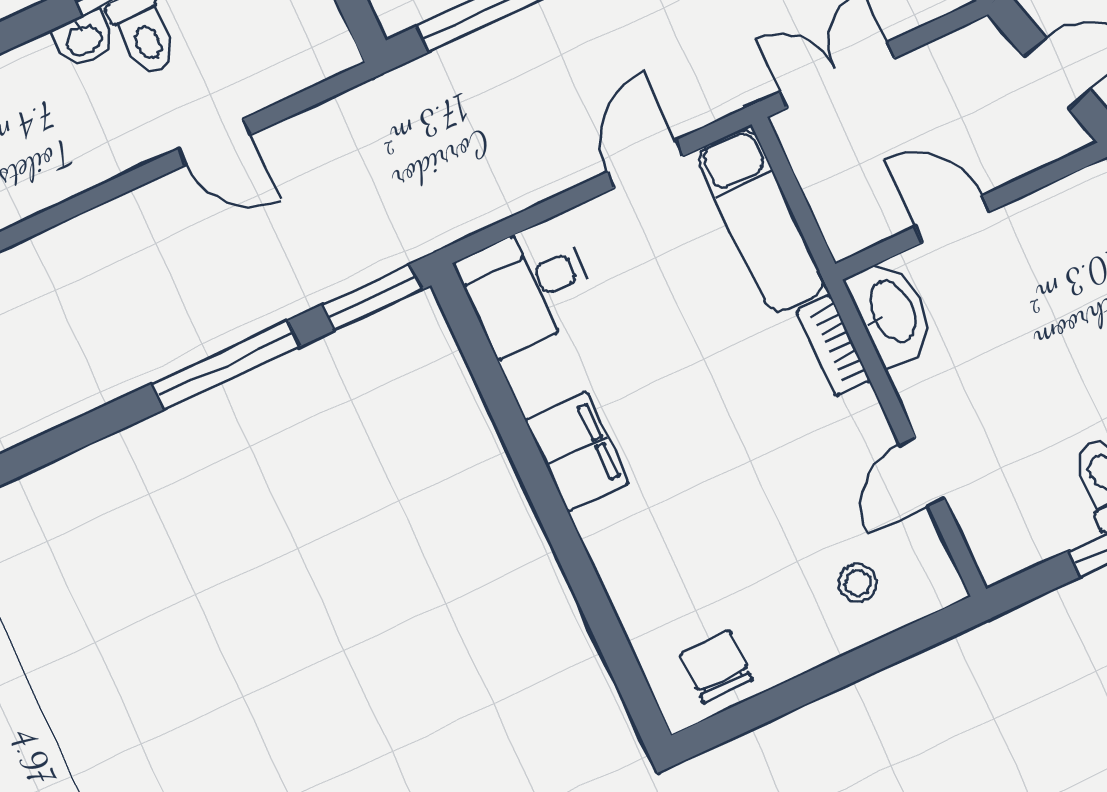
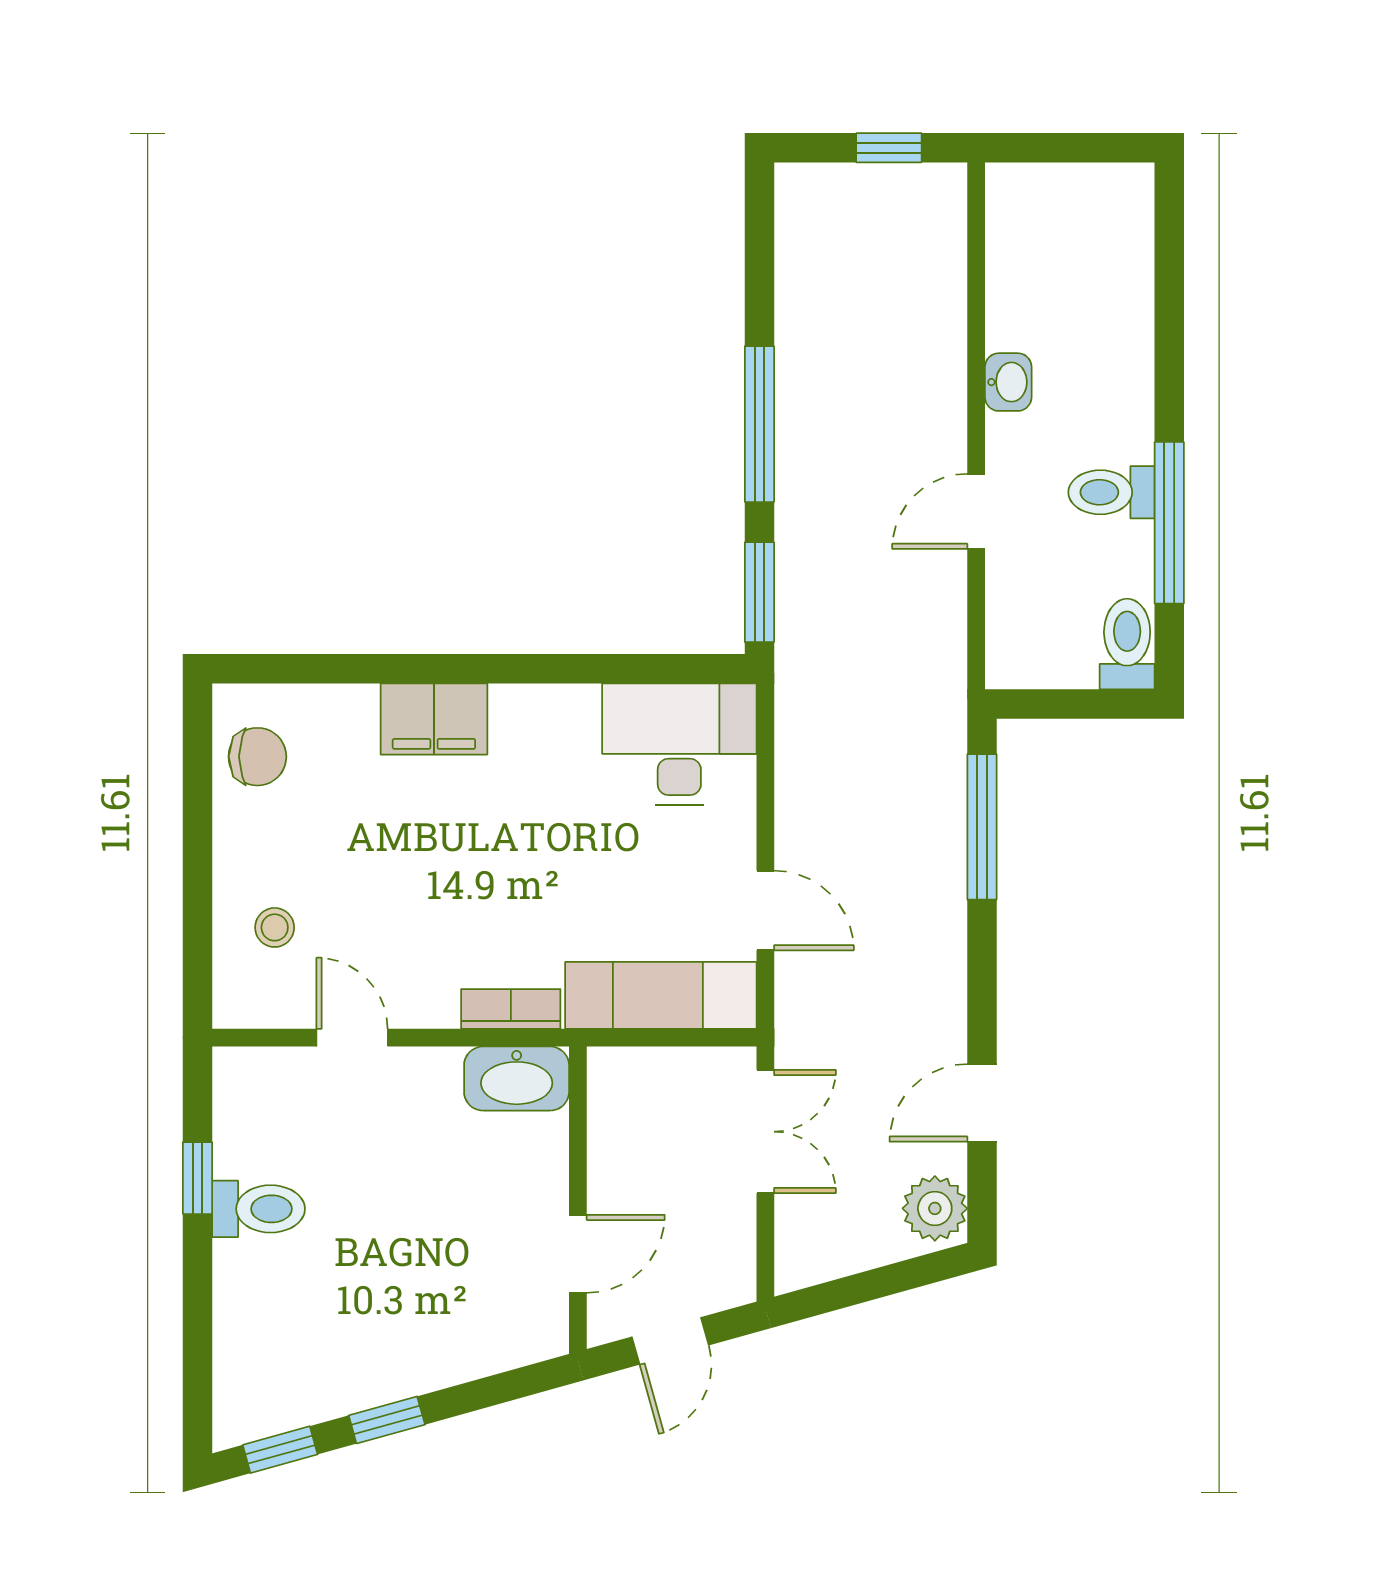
washbasin: (83, 39) -> (1008, 382), moved, turned 180
door: (952, 219) -> (578, 1254), moved
desk: (527, 288) -> (679, 744), width x1.37
filing cabinet: (577, 452) -> (434, 719), moved

